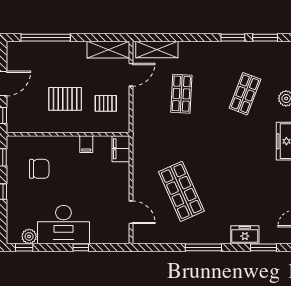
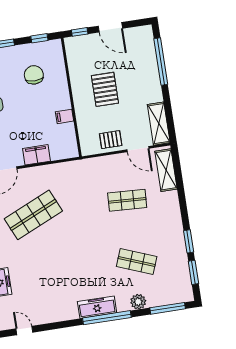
pallet: (106, 103) -> (111, 140), moved, turned 90
filing cabinet: (121, 149) -> (37, 155), moved
chair: (39, 169) -> (34, 75), turned 180

